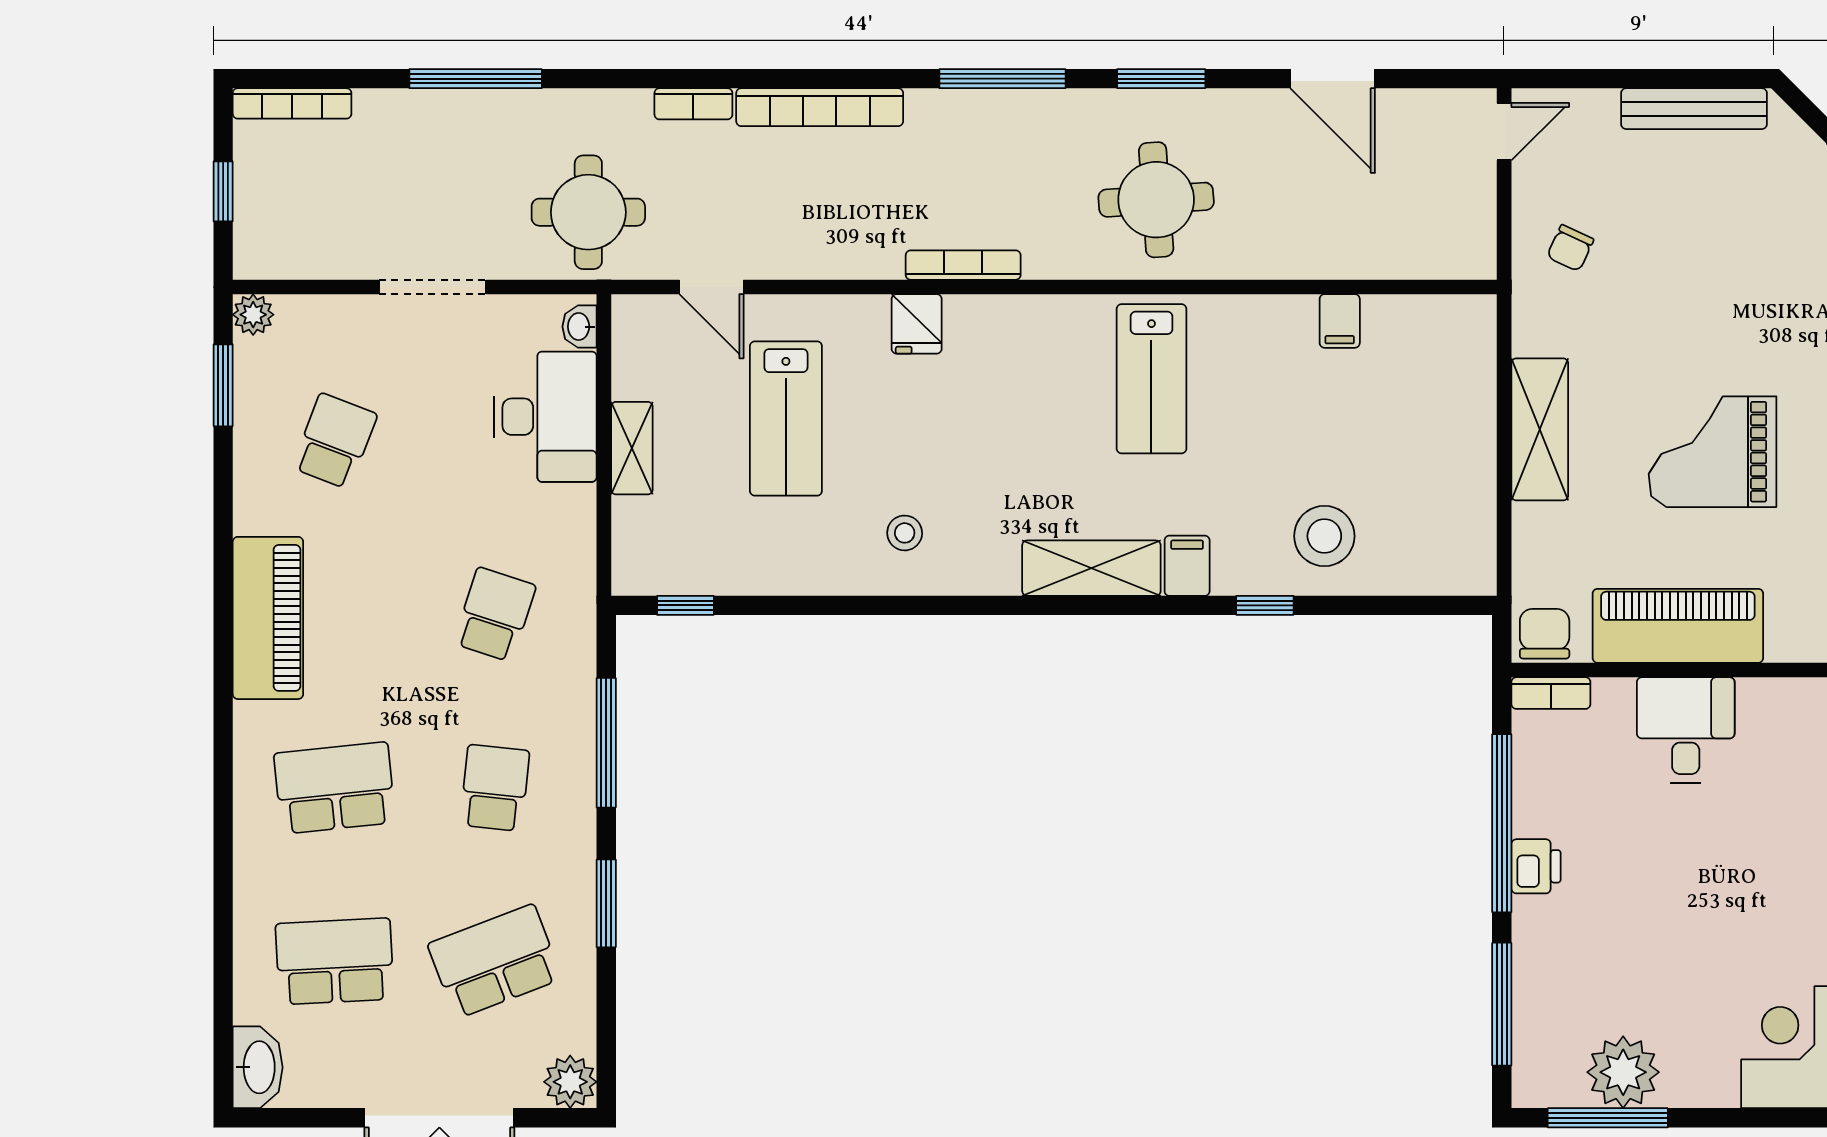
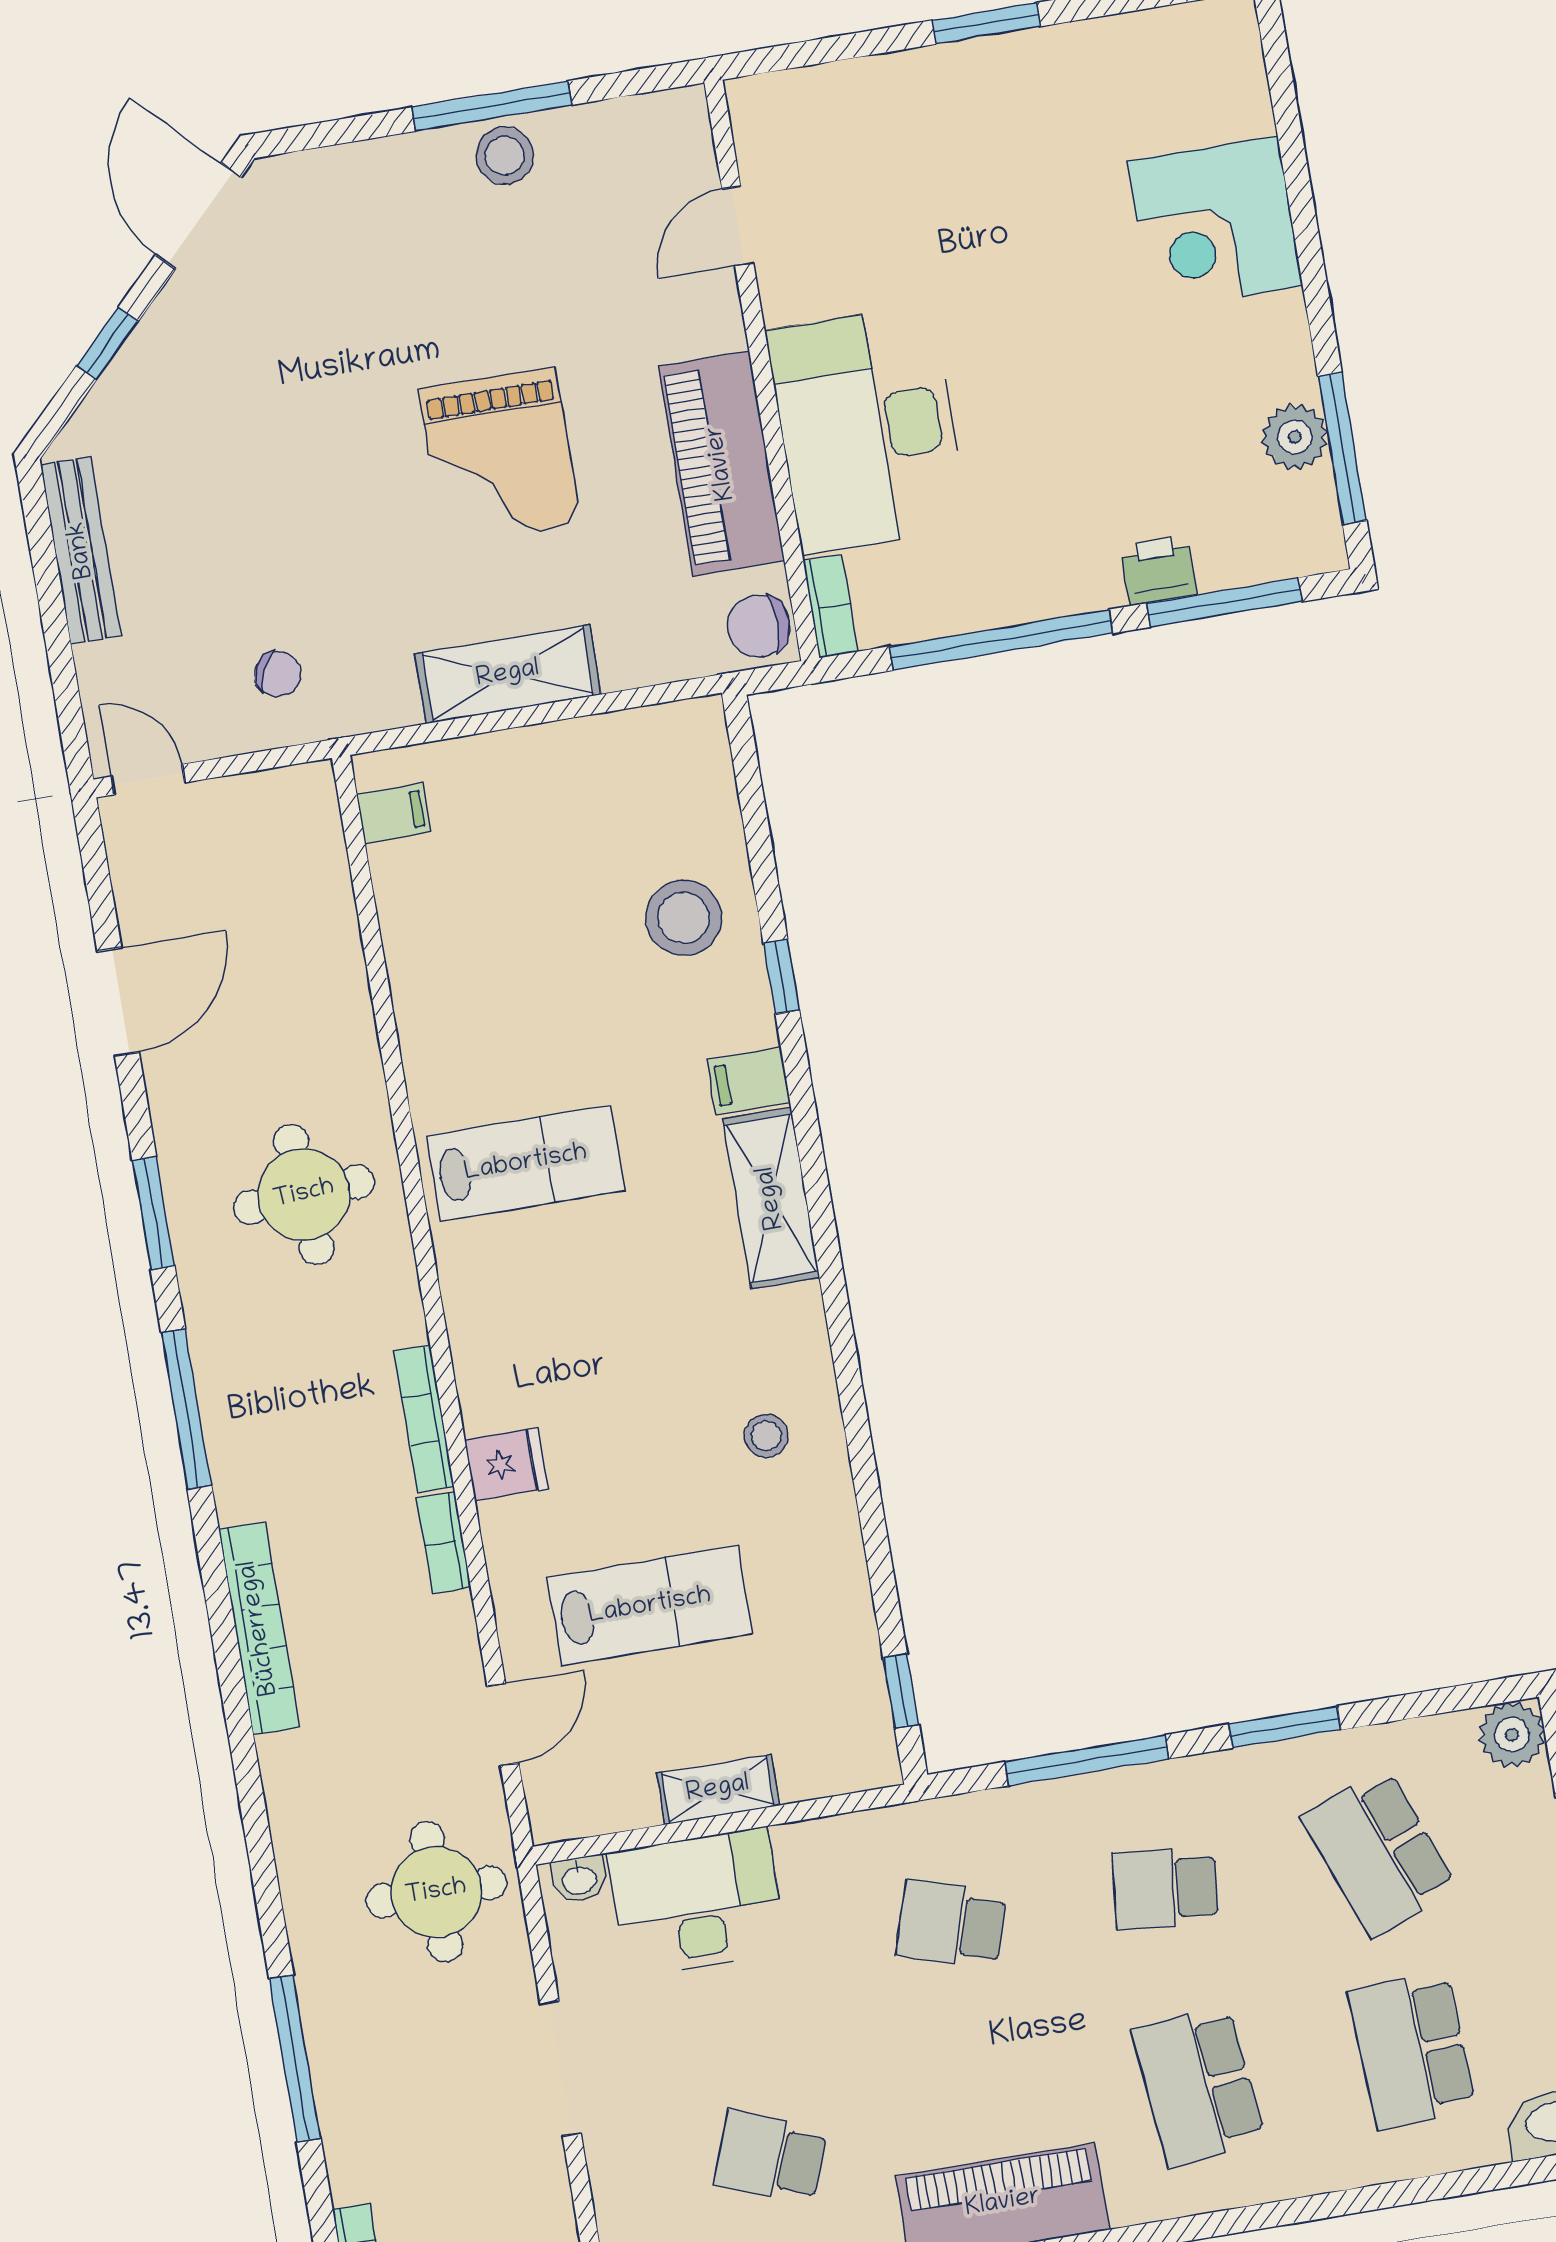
bookcase: (693, 104) -> (444, 1543), moved, turned 180
filing cabinet: (1340, 321) -> (394, 813), moved
desk: (1686, 730) -> (868, 429), width x1.87, depth x1.30
printer: (1536, 866) -> (1158, 570), moved
plant: (1623, 1072) -> (1295, 437), width x0.73, depth x0.73

